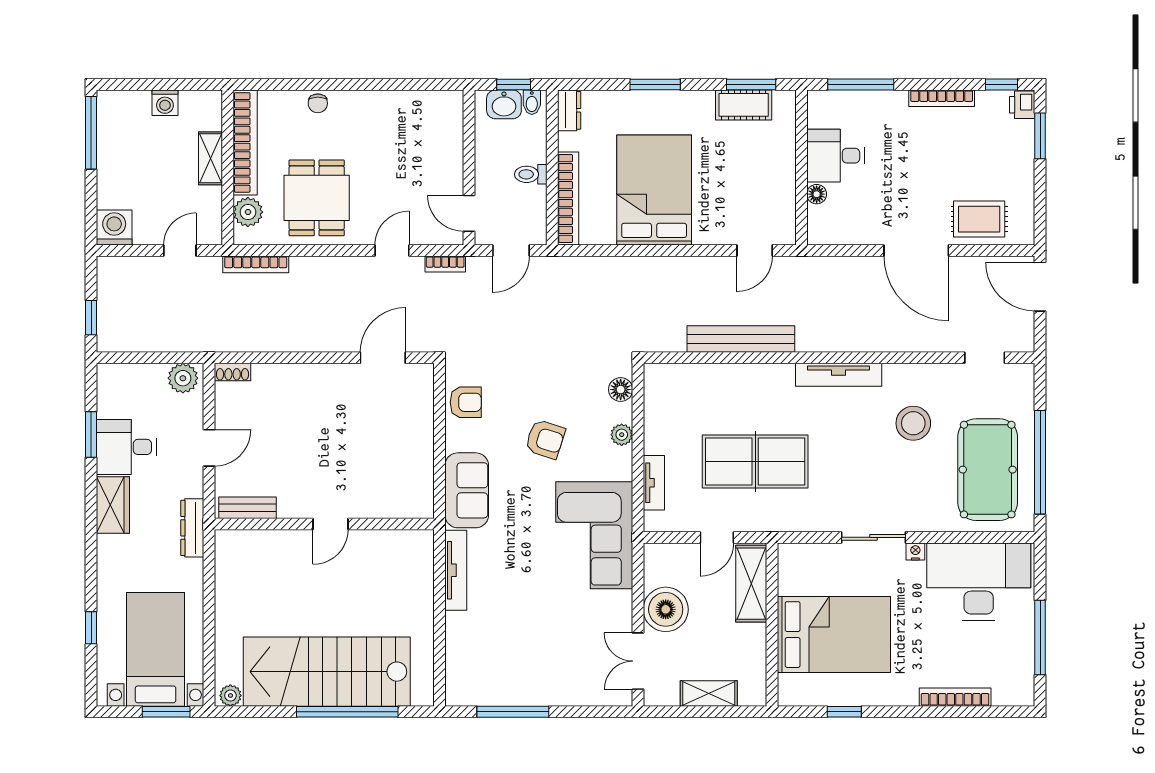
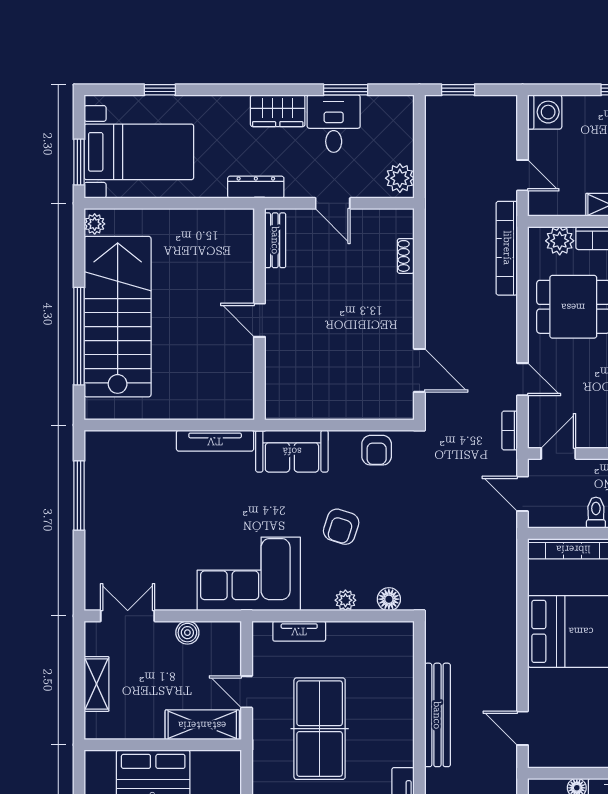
bookcase: (256, 264) -> (507, 248), width x1.48, depth x1.31
shoe rack: (233, 372) -> (406, 256), moved
boiler: (666, 609) -> (187, 633), width x0.54, depth x0.54

